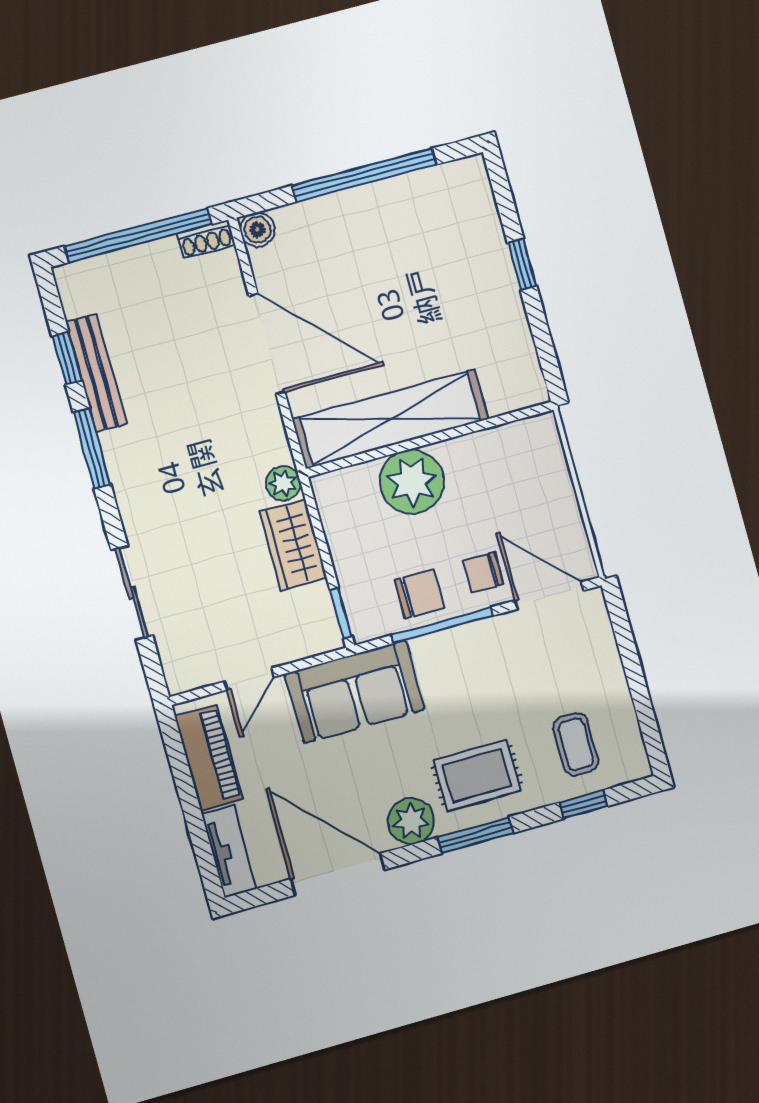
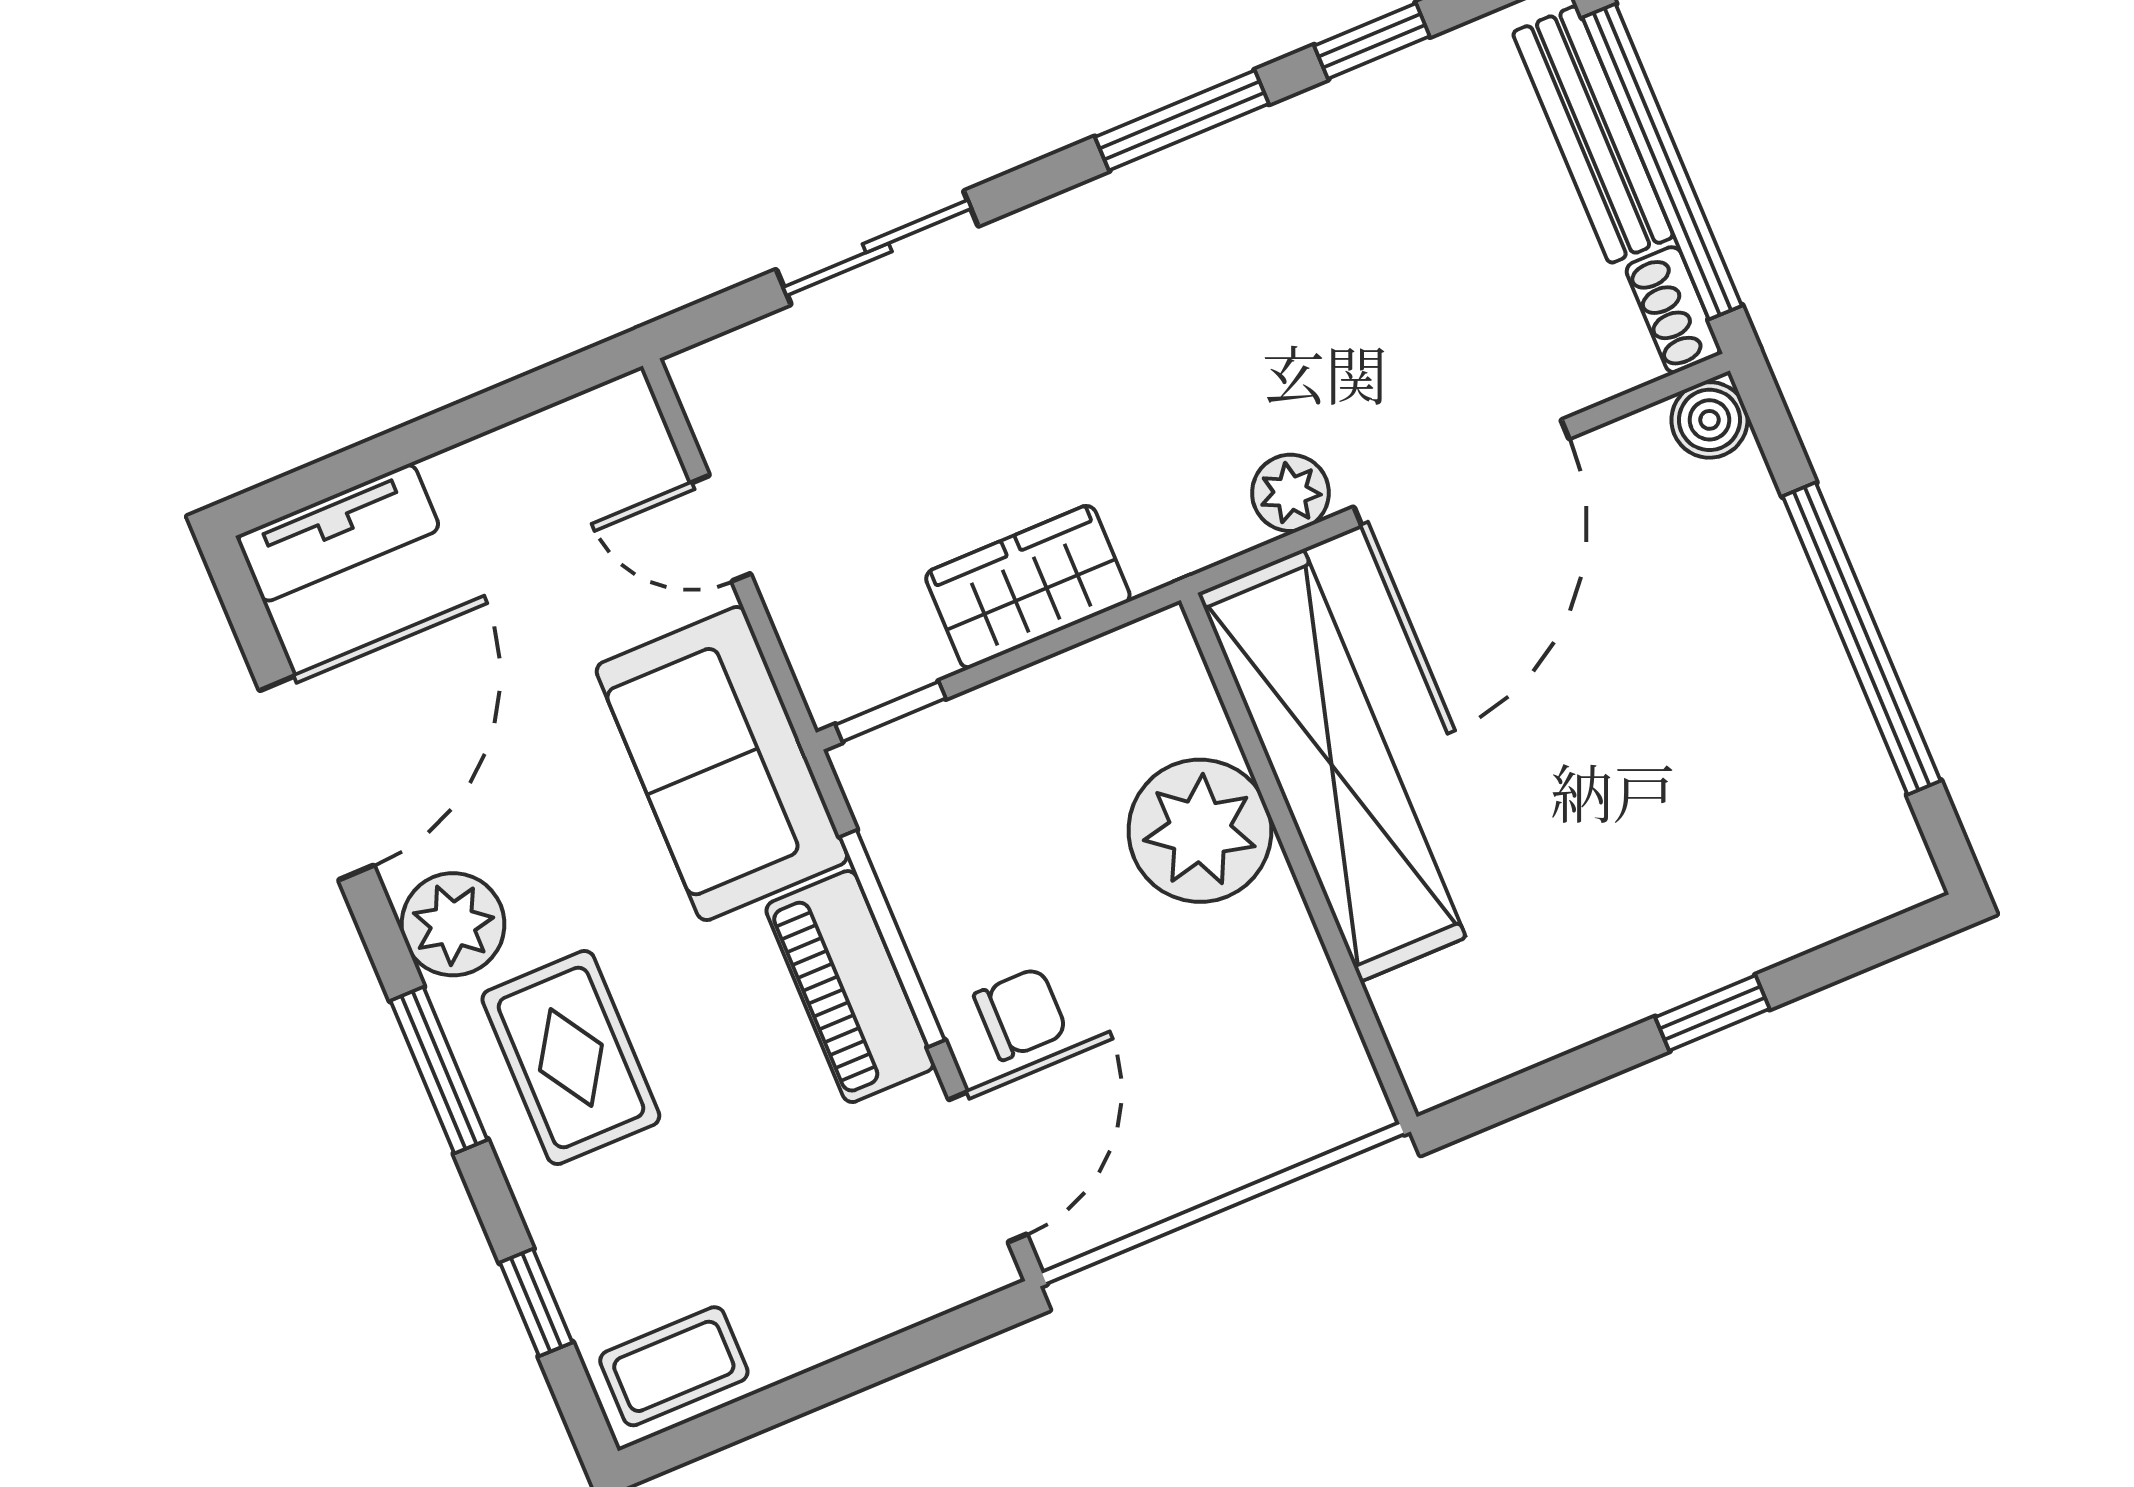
bench: (96, 373) -> (1593, 135), moved, turned 90
plant: (283, 483) -> (1290, 493), moved
chair: (483, 572) -> (1021, 1014), turned 90
chair: (419, 594) -> (955, 878), removed
coffee table: (576, 744) -> (674, 1366), moved
piano: (209, 758) -> (850, 987), moved, turned 90

